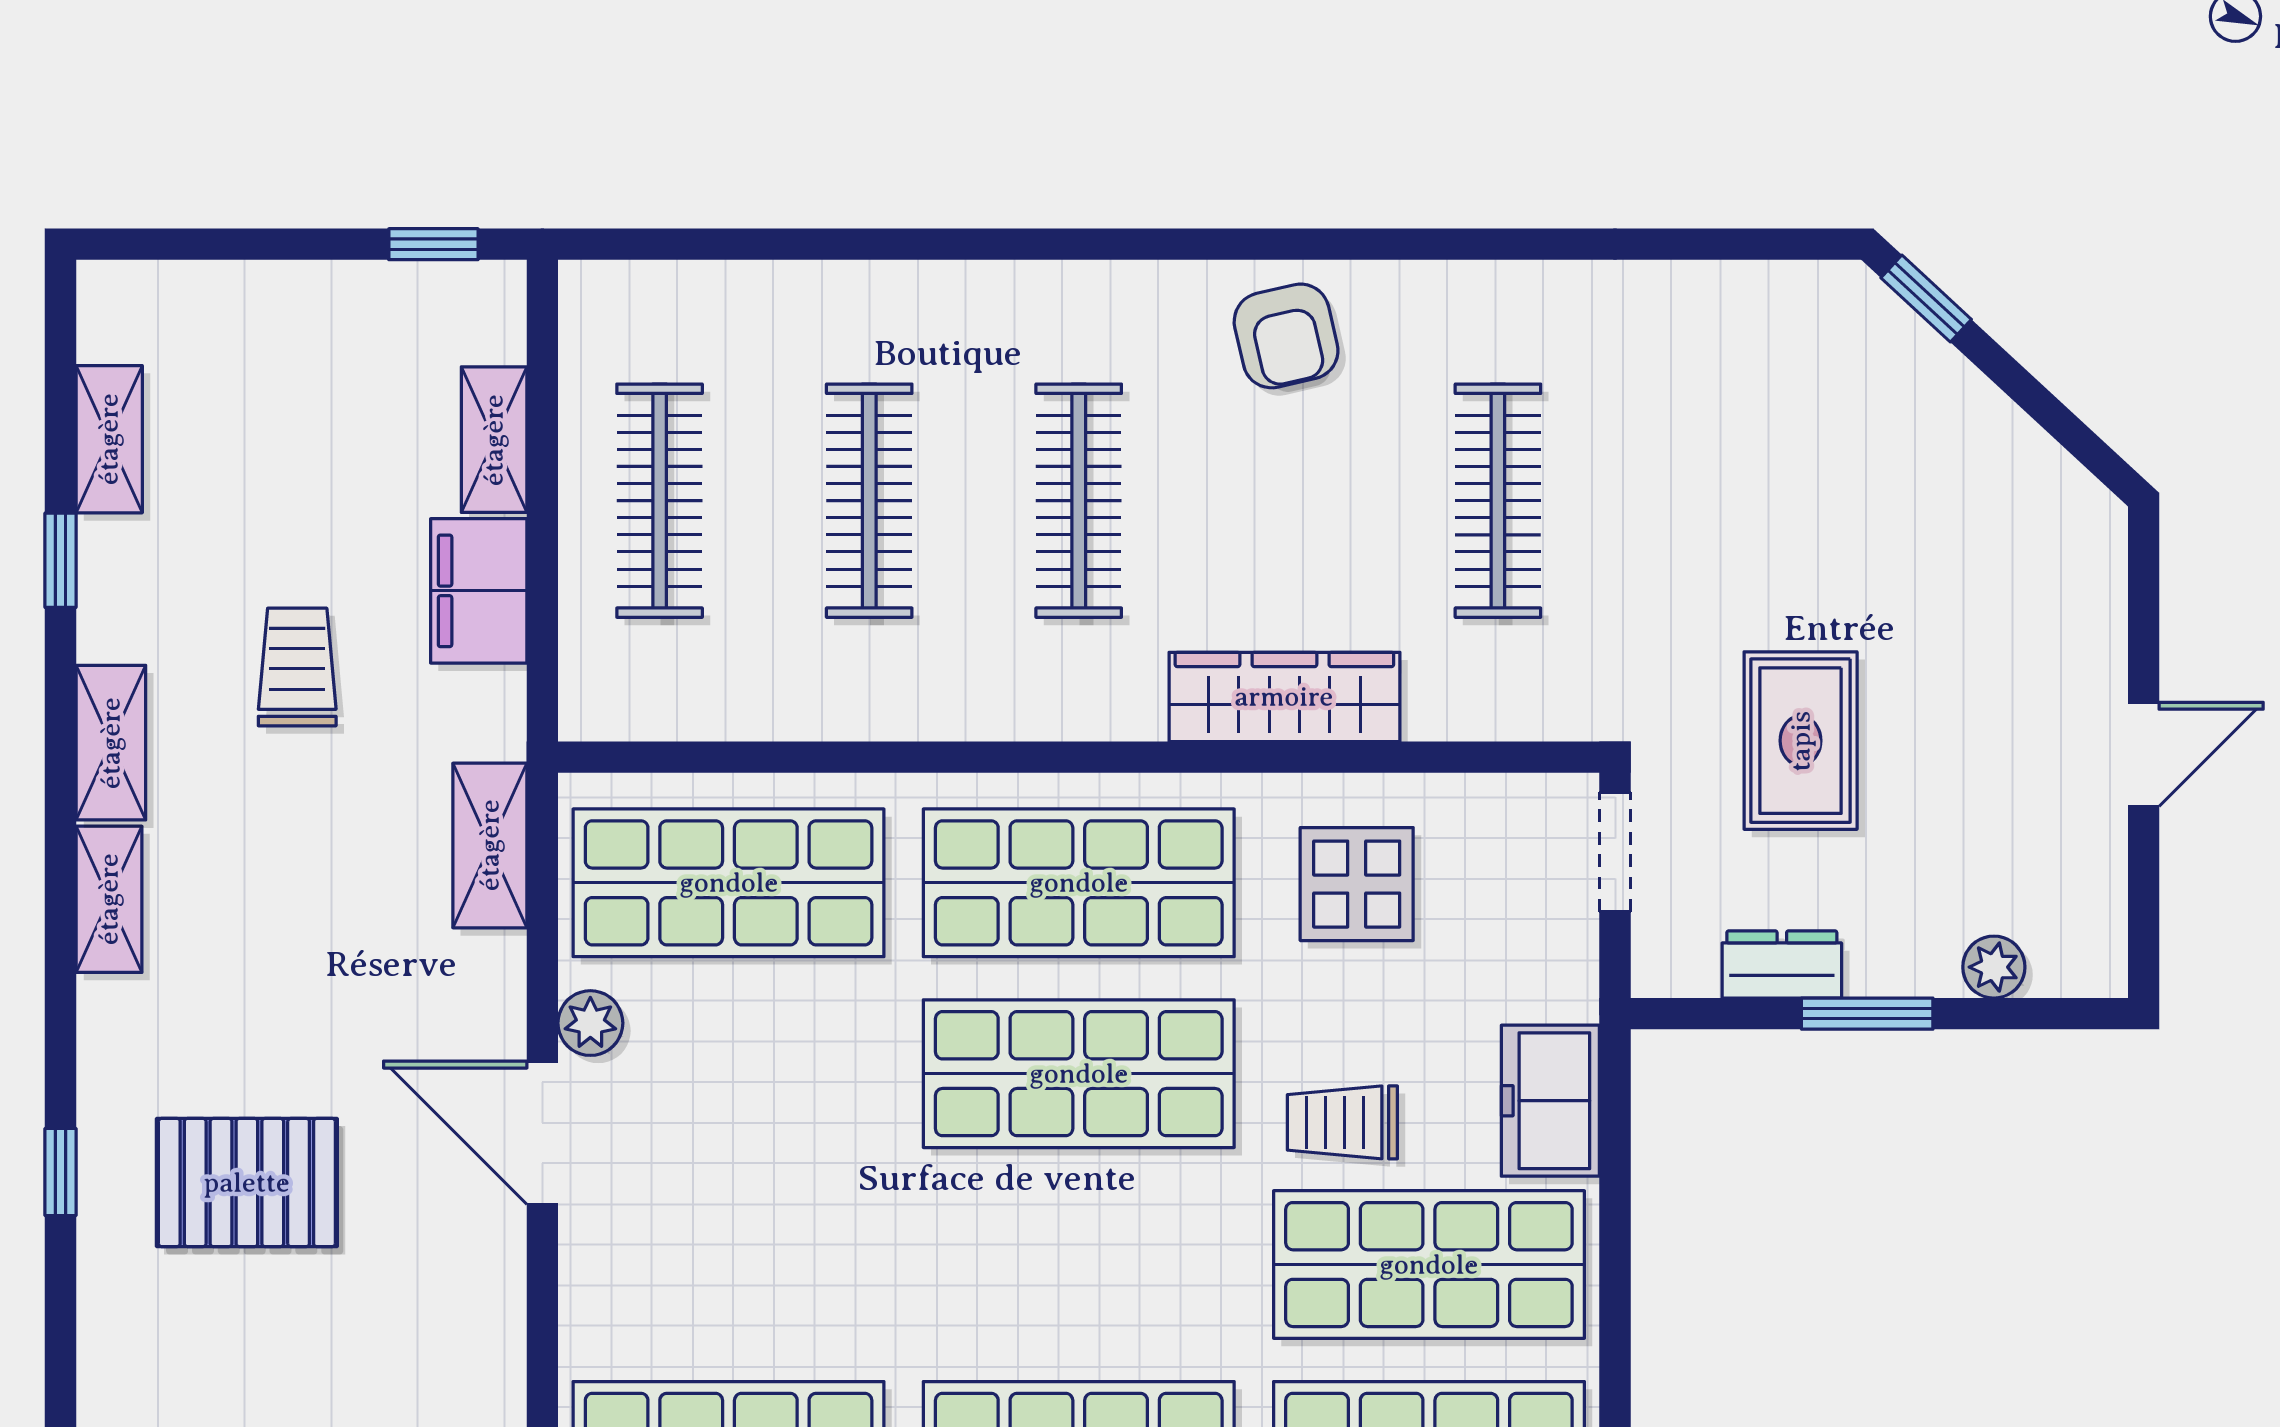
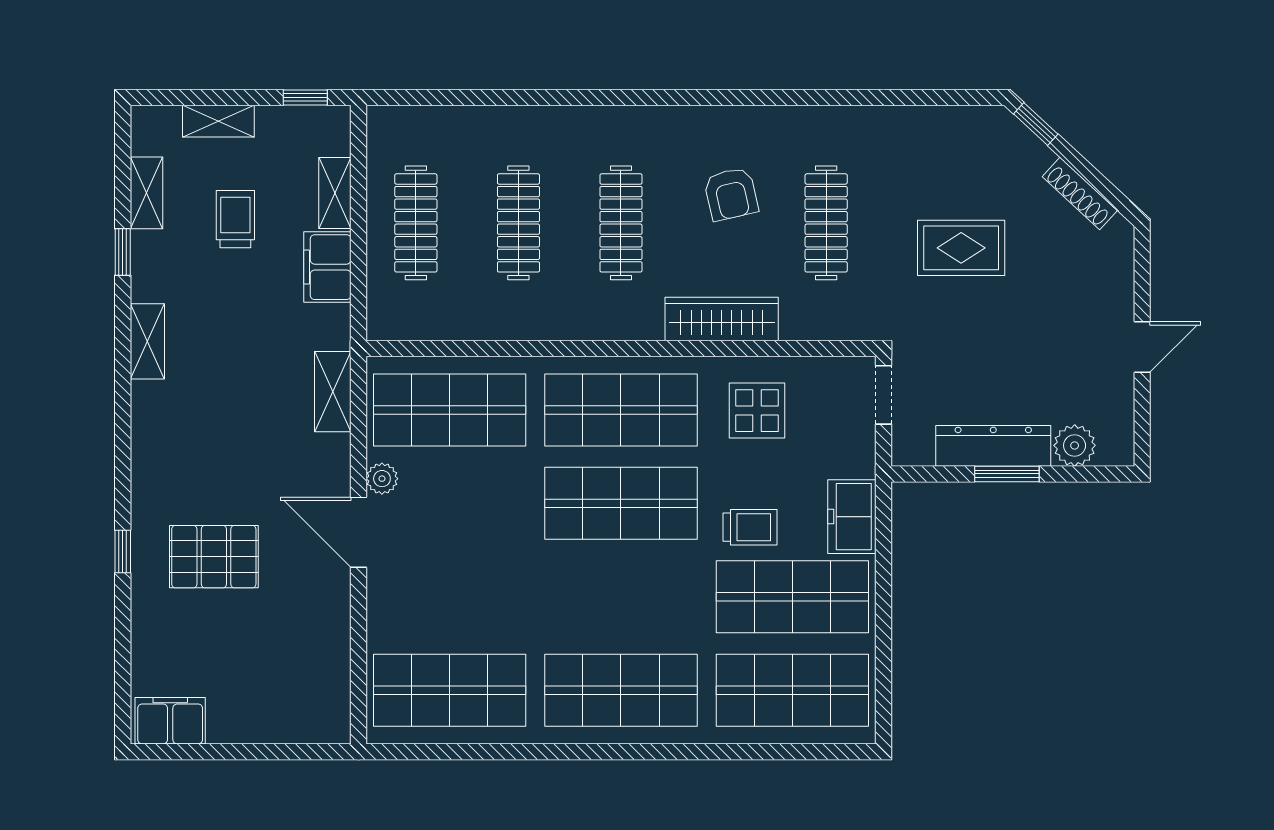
armchair: (1286, 336) -> (731, 194), moved
shoe rack: (2016, 440) -> (1080, 193), added
trolley: (297, 667) -> (235, 219), moved
rug: (1801, 741) -> (961, 248), moved, turned 90
shelving: (109, 899) -> (218, 121), moved, turned 90
dresser: (1782, 964) -> (993, 446), width x1.96, depth x1.24
plant: (1994, 967) -> (1075, 445), width x1.38, depth x1.38
trolley: (1342, 1122) -> (750, 527), turned 180

